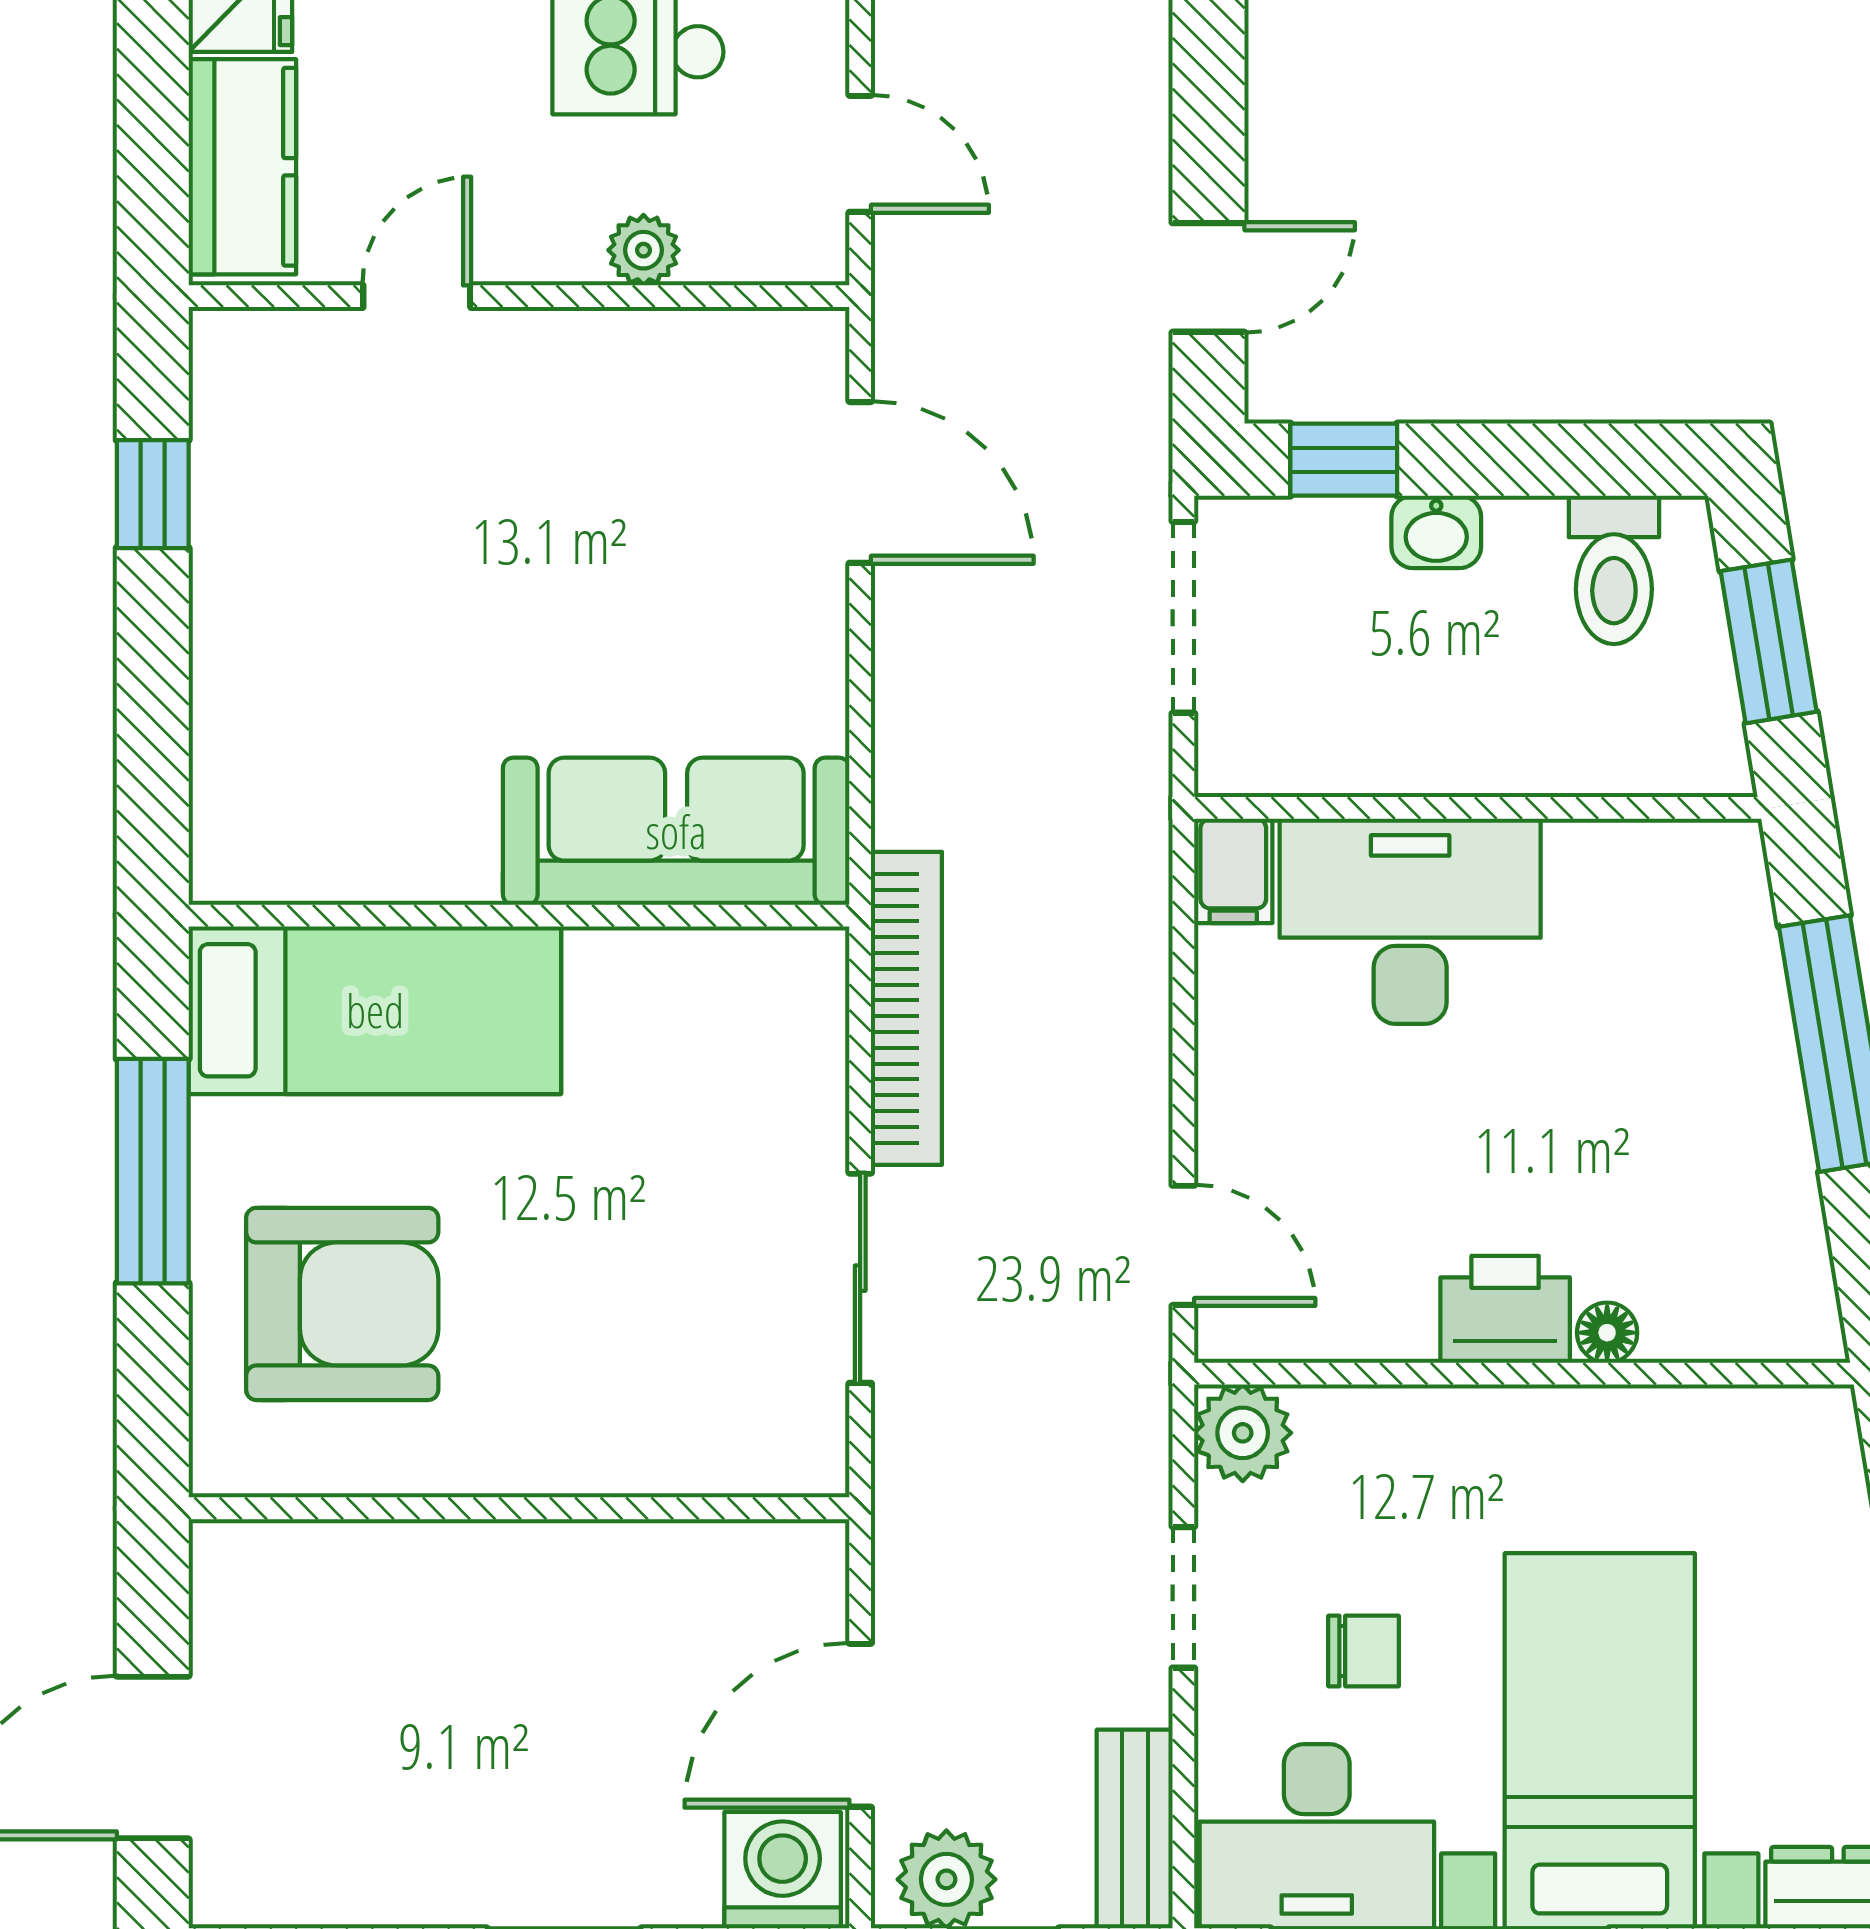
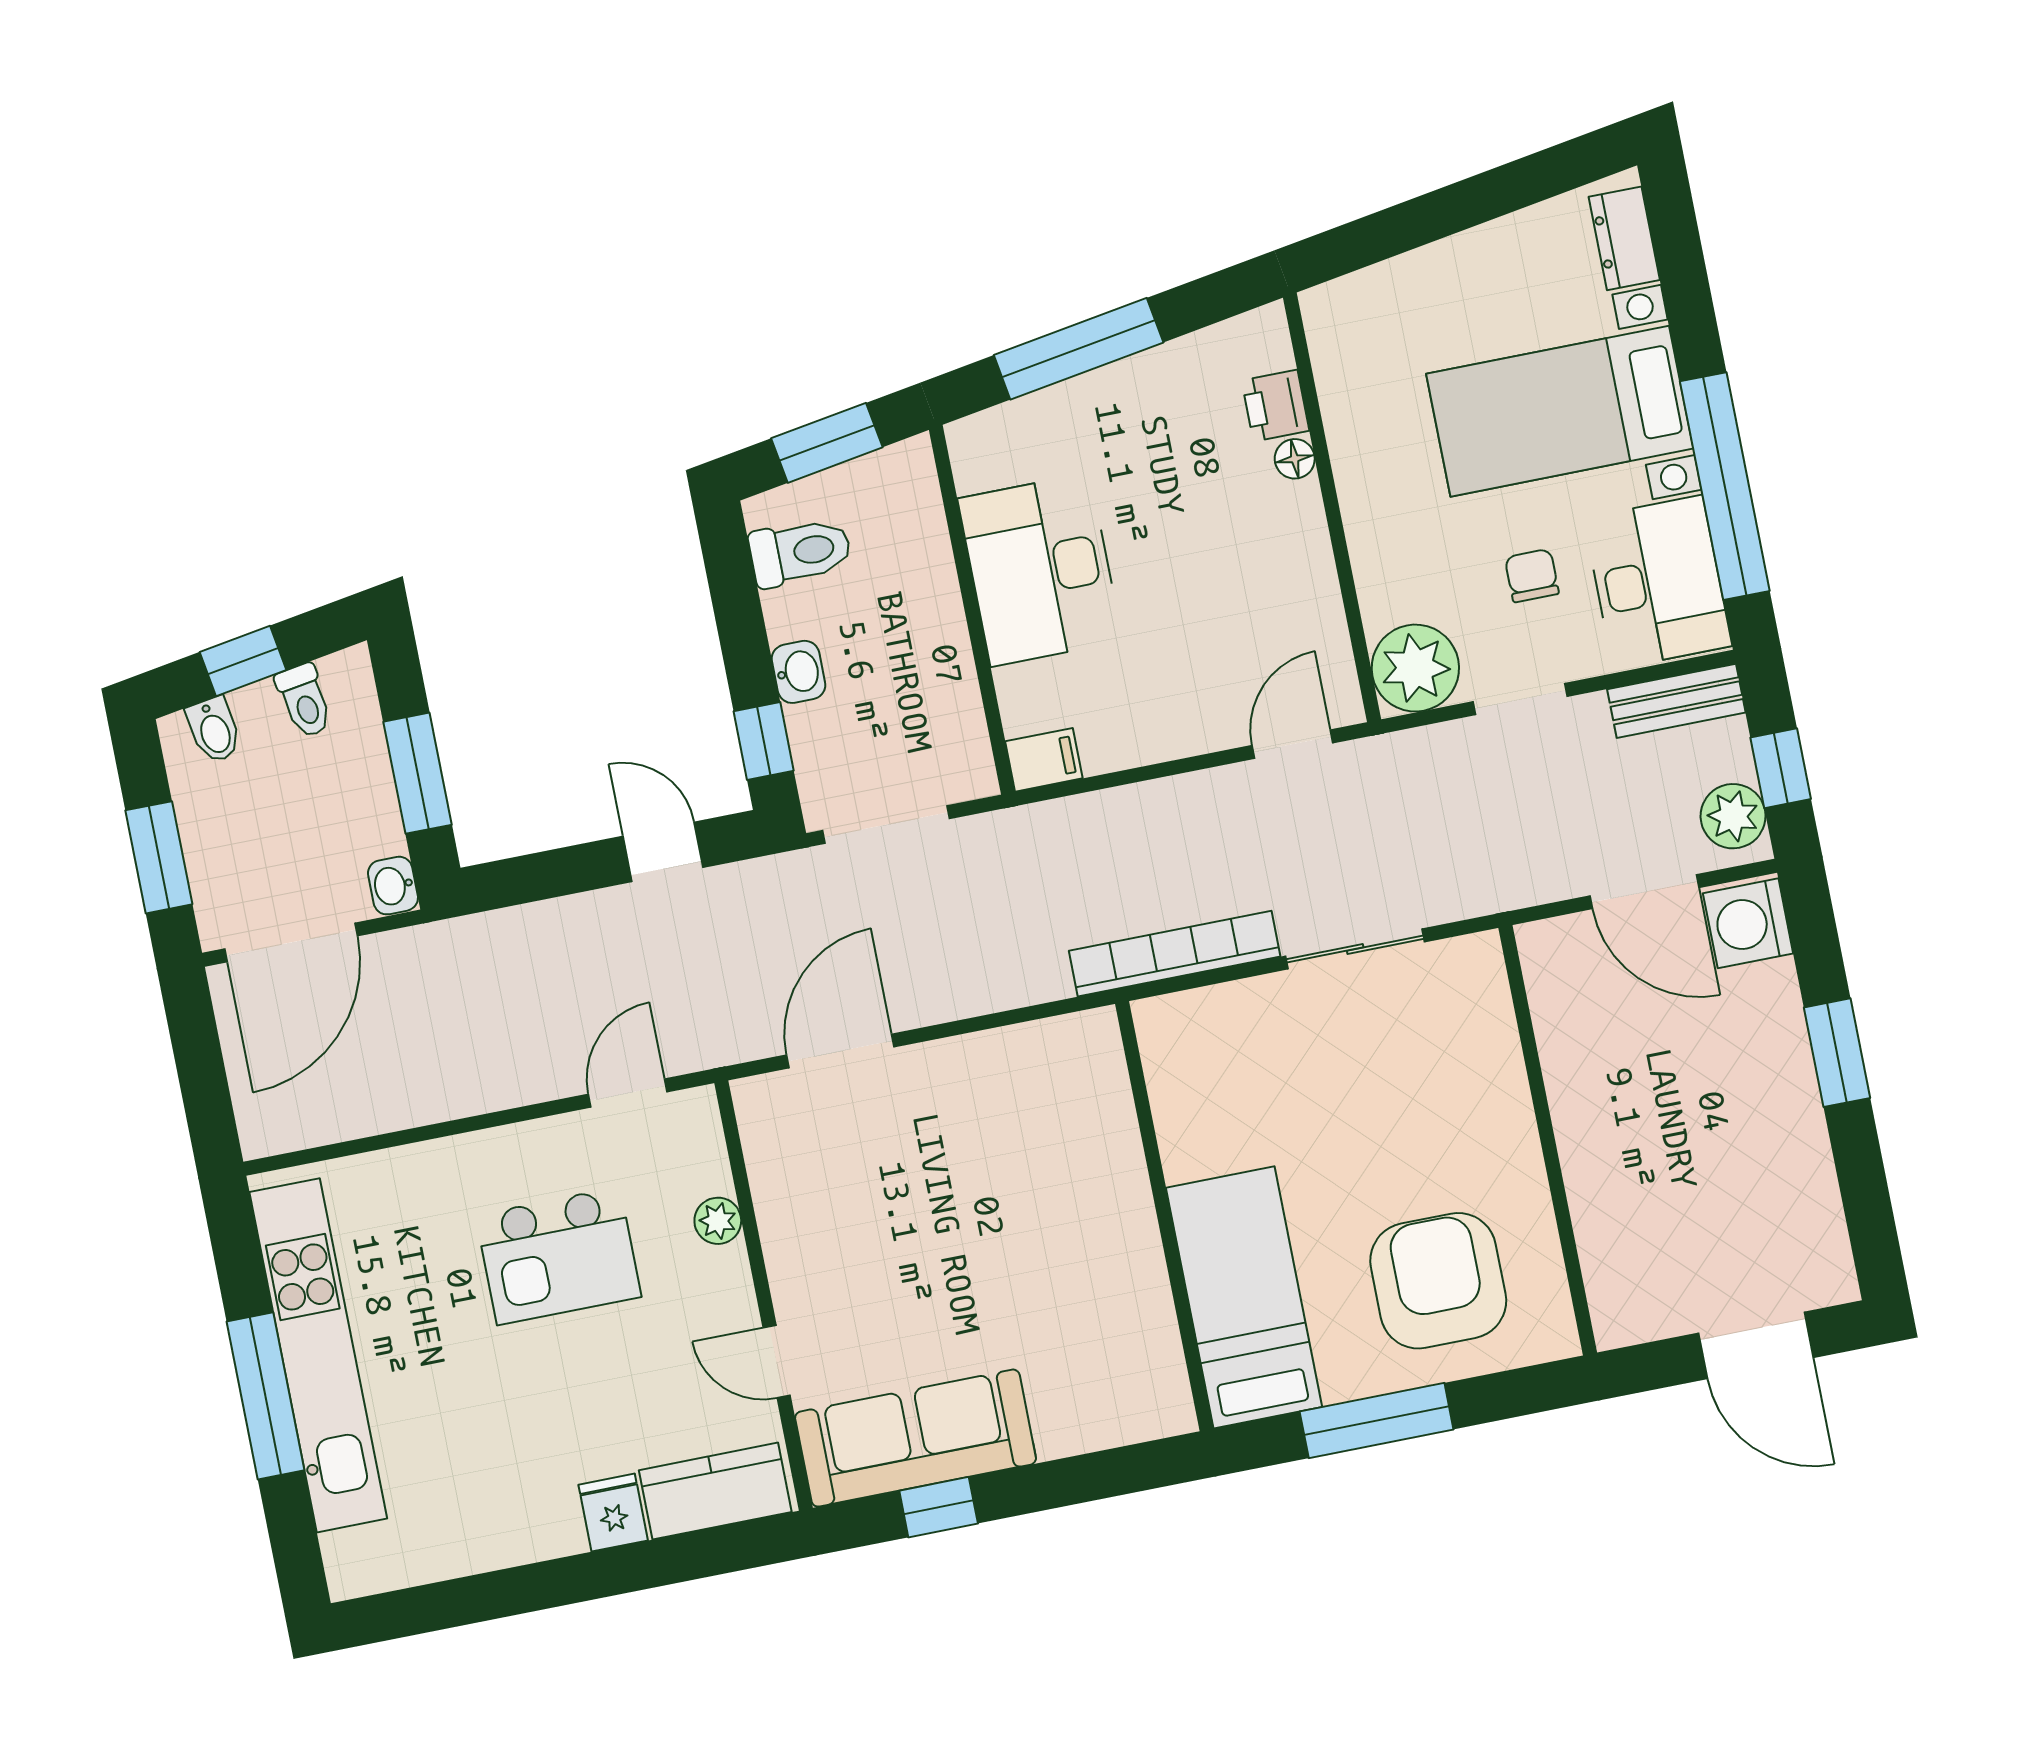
sofa: (676, 831) -> (916, 1438), moved, turned 90
desk: (1410, 921) -> (1040, 570), moved
printer: (1505, 1309) -> (1275, 406), moved, width x0.73, depth x0.81
plant: (1243, 1433) -> (1415, 668), width x1.36, depth x1.36

